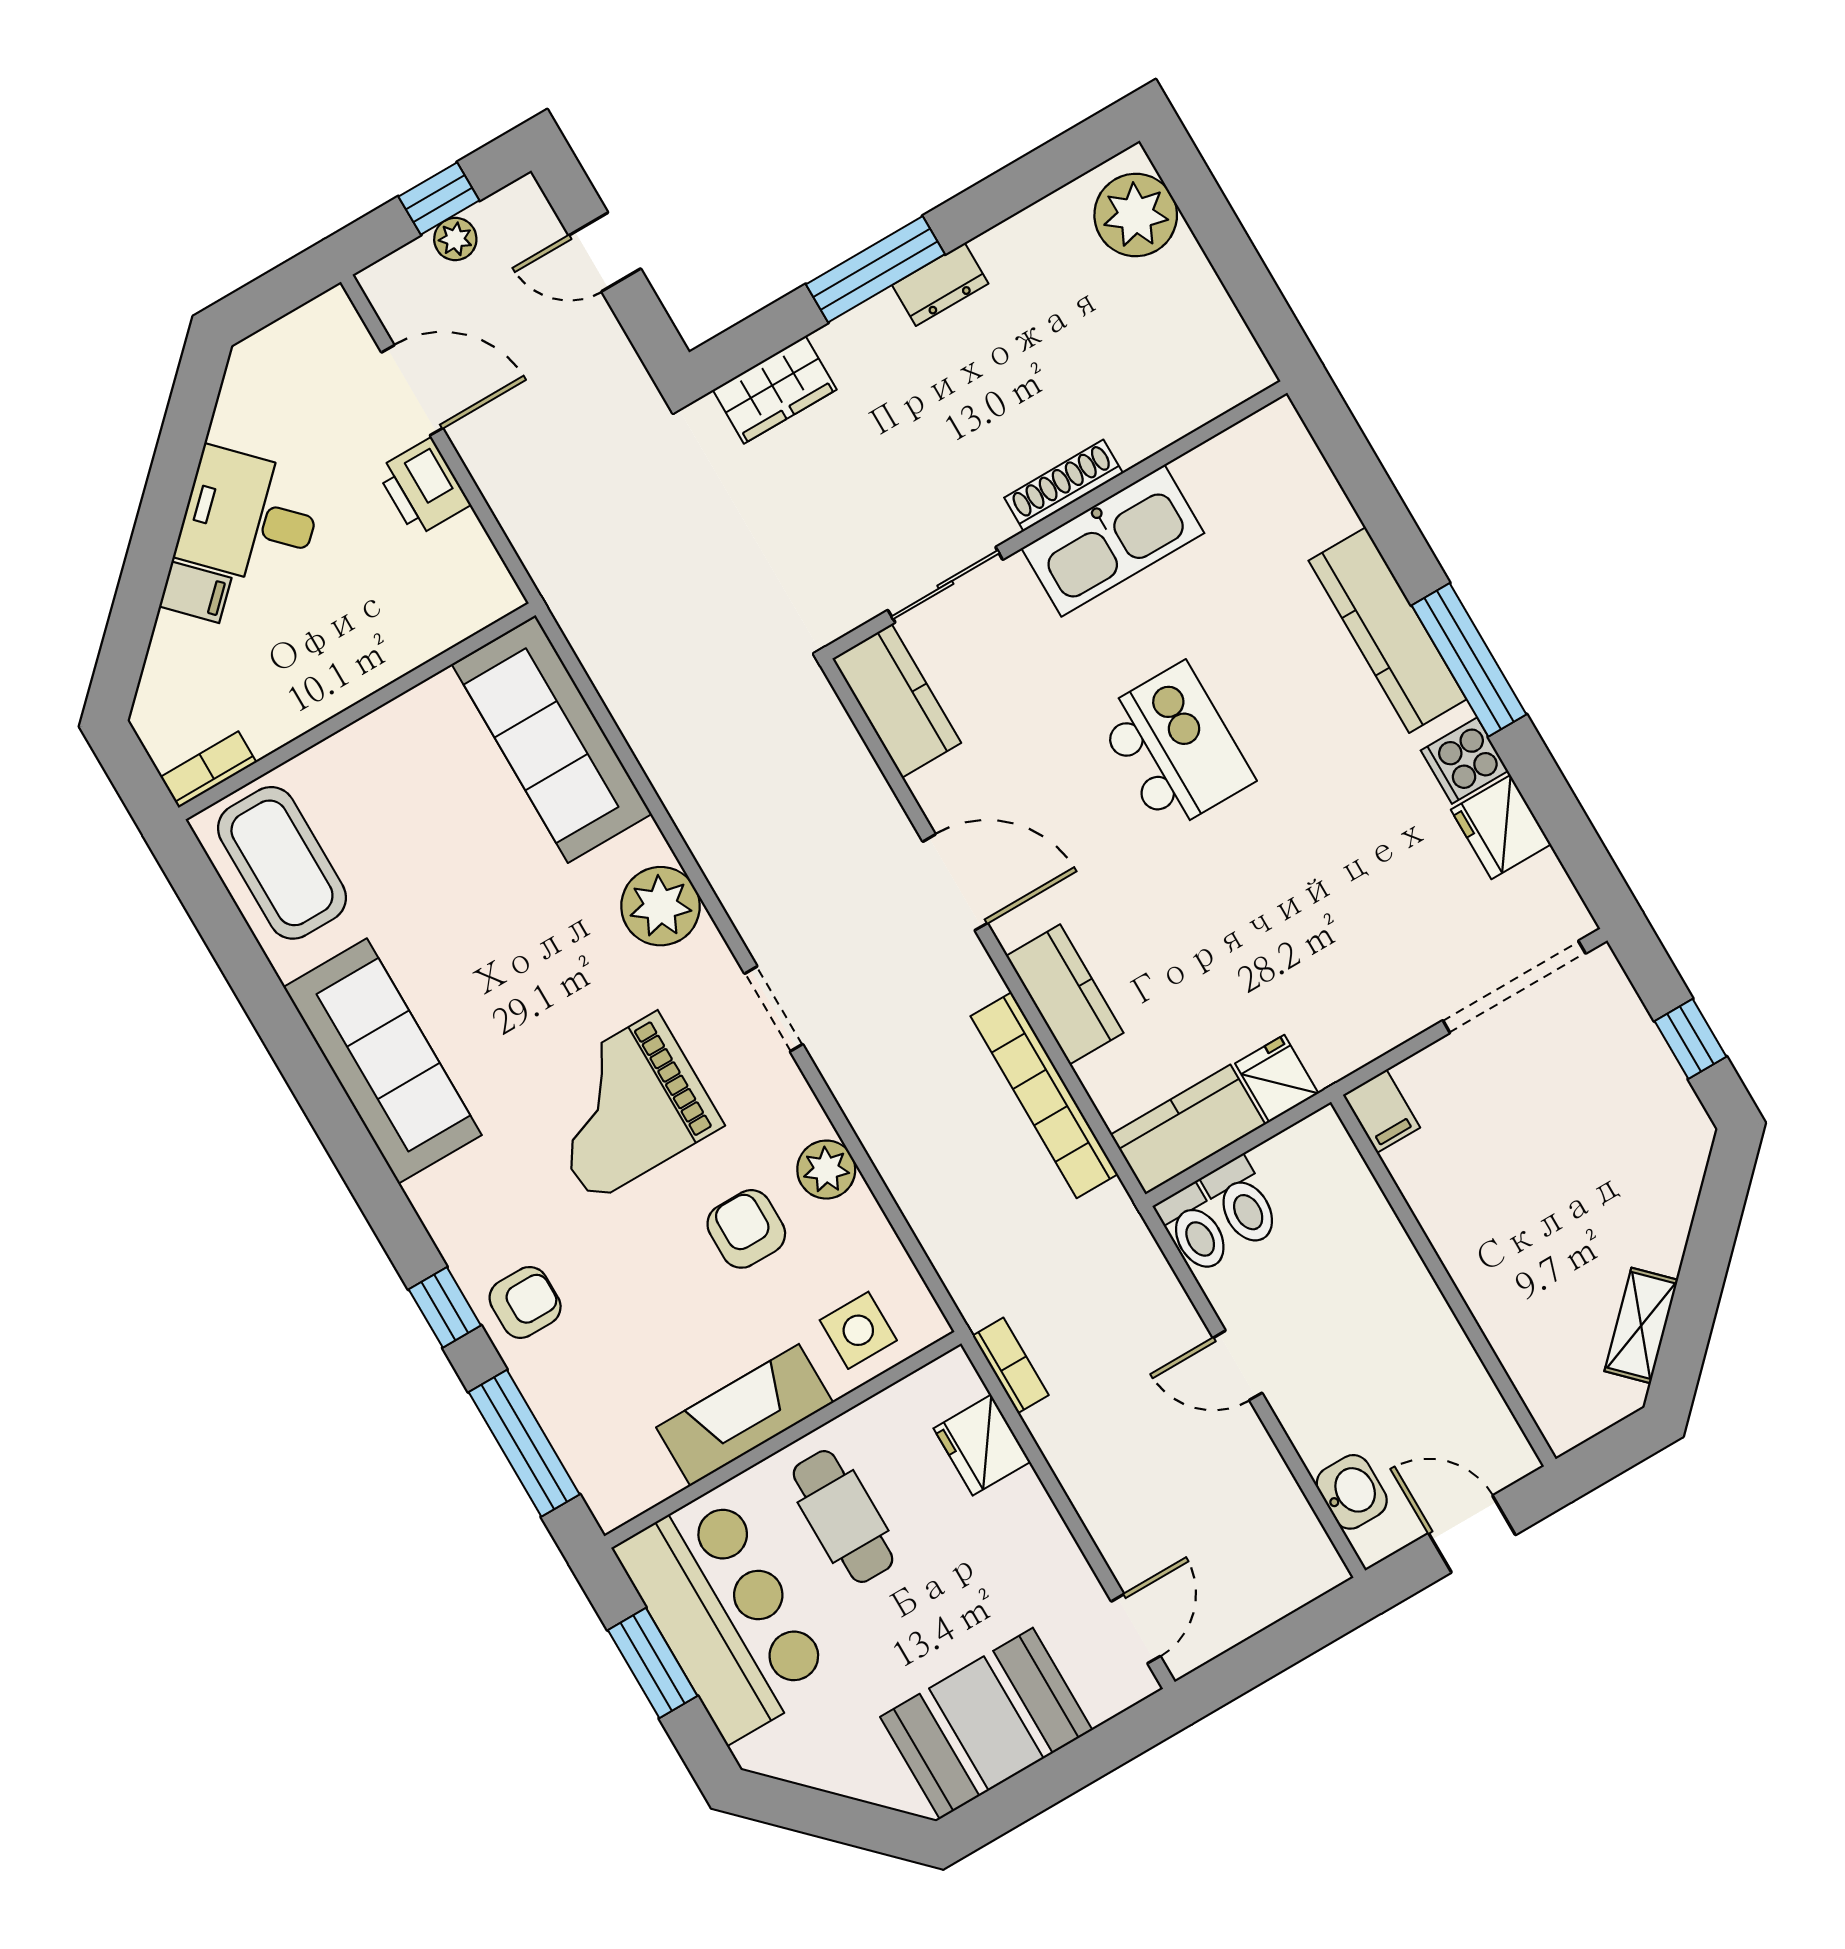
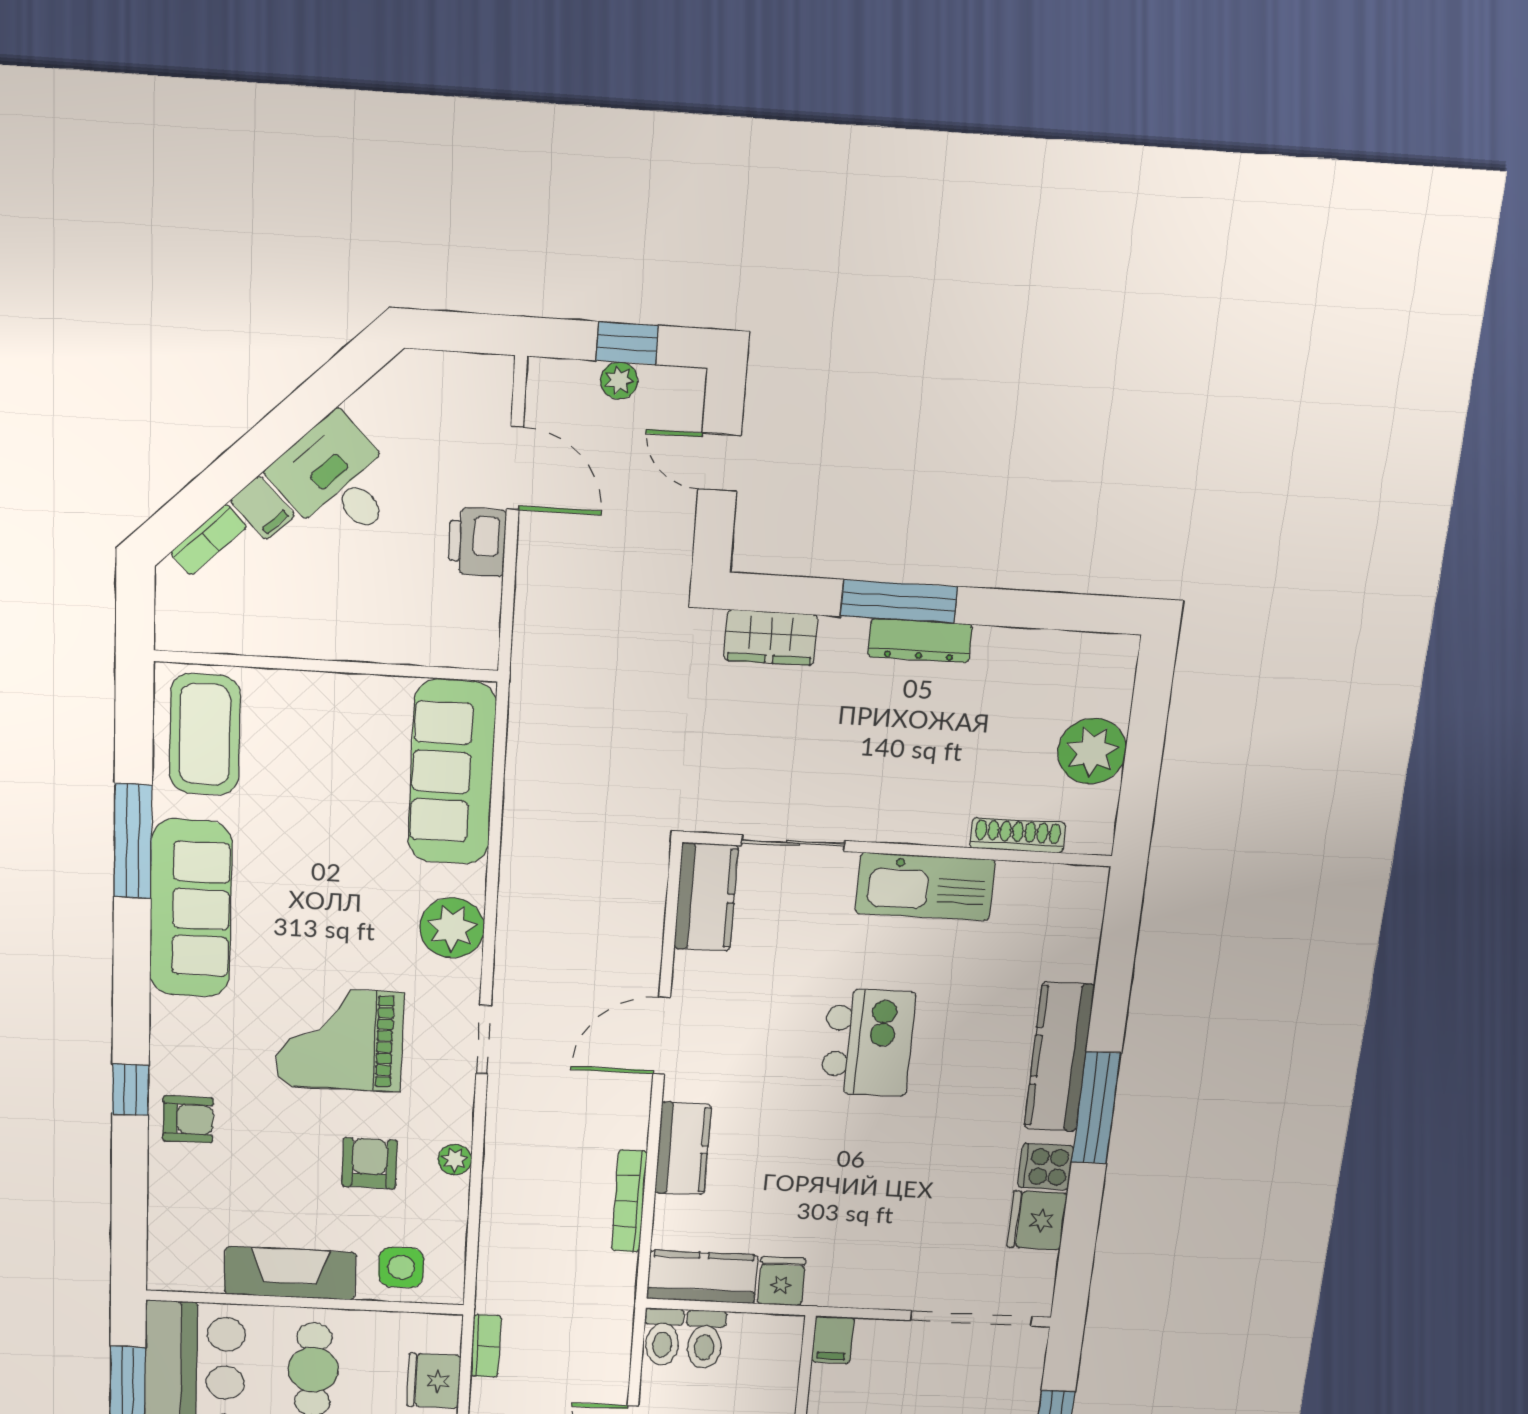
plant: (1136, 215) -> (1092, 751), moved
dresser: (940, 284) -> (920, 641), width x1.44
shoe rack: (1064, 485) -> (1018, 835), moved
bookcase: (208, 770) -> (209, 540), moved, turned 136
door: (955, 882) -> (662, 1036), swing flipped
bookcase: (1044, 1095) -> (629, 1201), width x0.68, depth x0.76
plant: (826, 1170) -> (455, 1160), width x0.73, depth x0.73
window: (524, 1443) -> (133, 841), moved

